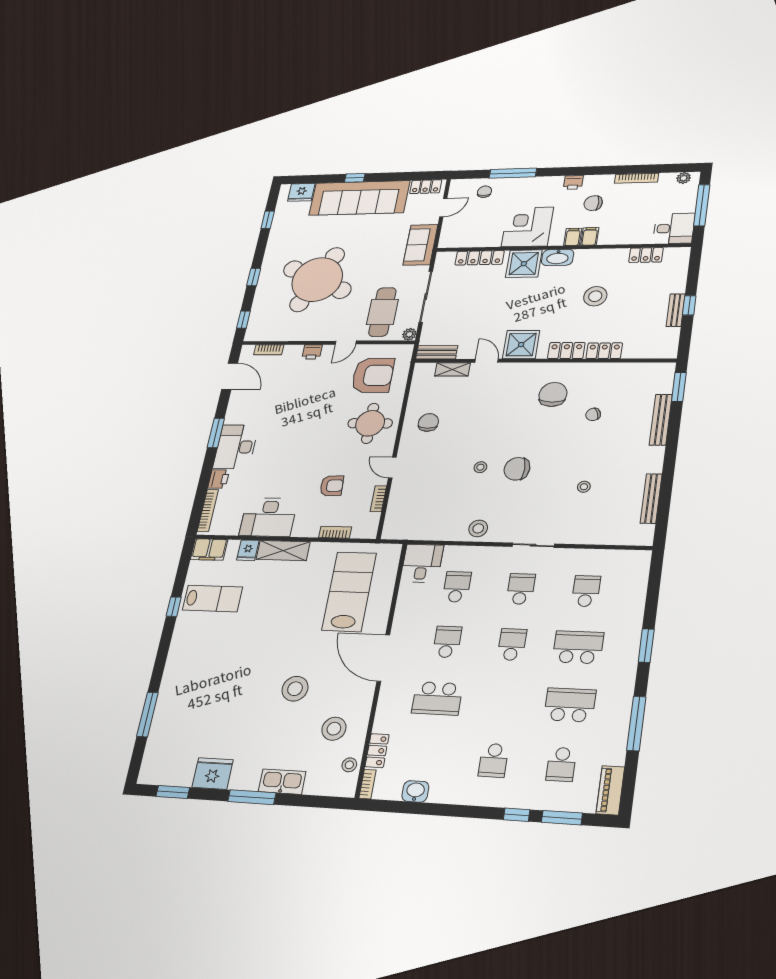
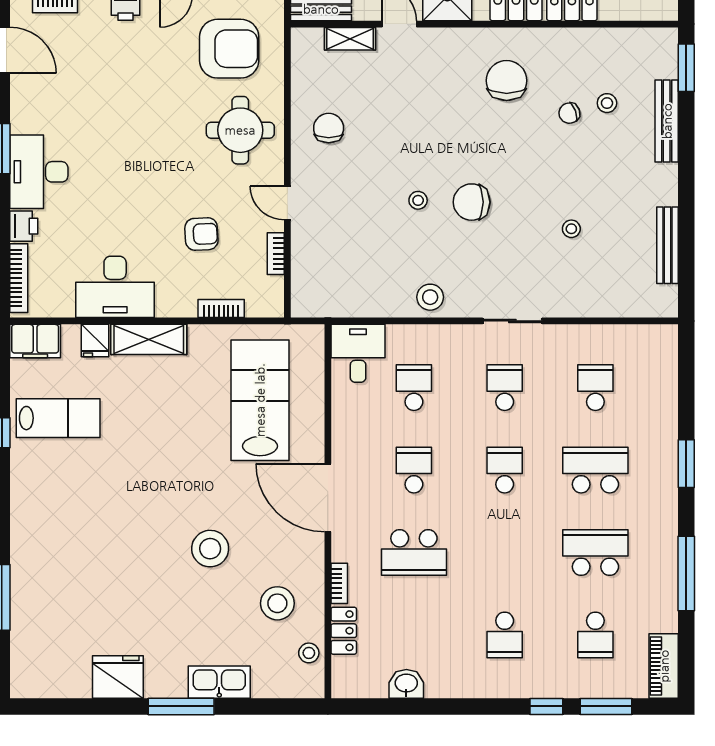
stool: (620, 408) -> (607, 103), added
bookcase: (368, 784) -> (339, 583), moved
window: (173, 792) -> (66, 706), removed

